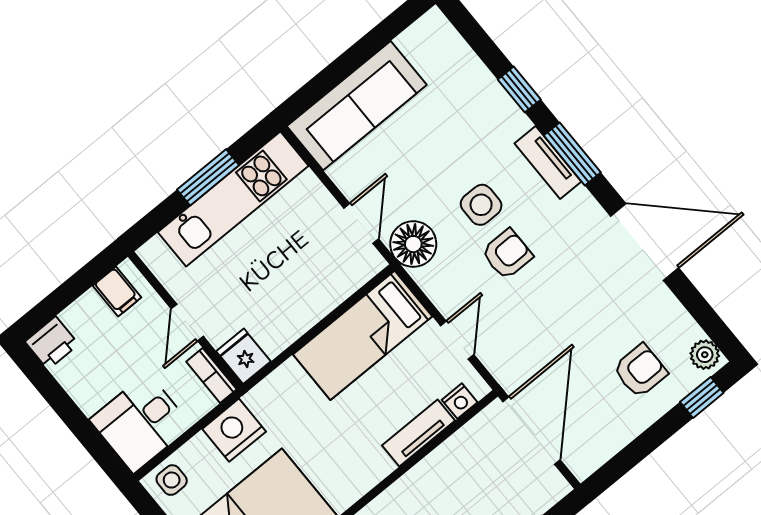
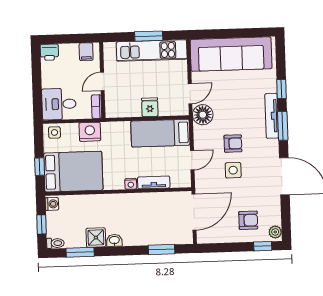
sofa: (357, 106) -> (231, 54), width x1.36, depth x1.27
tv unit: (548, 162) -> (272, 116), width x1.41
side table: (481, 205) -> (233, 170), moved
fridge: (244, 356) -> (150, 107), moved
nightstand: (460, 401) -> (131, 184), moved

